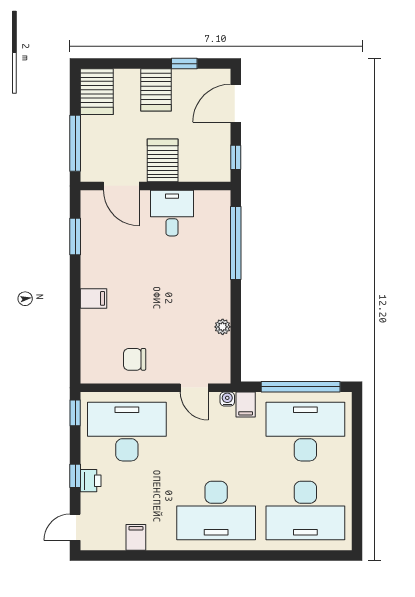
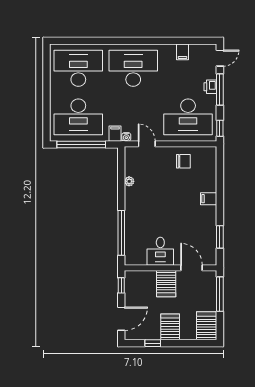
window: (75, 476) -> (220, 90), width x2.17

